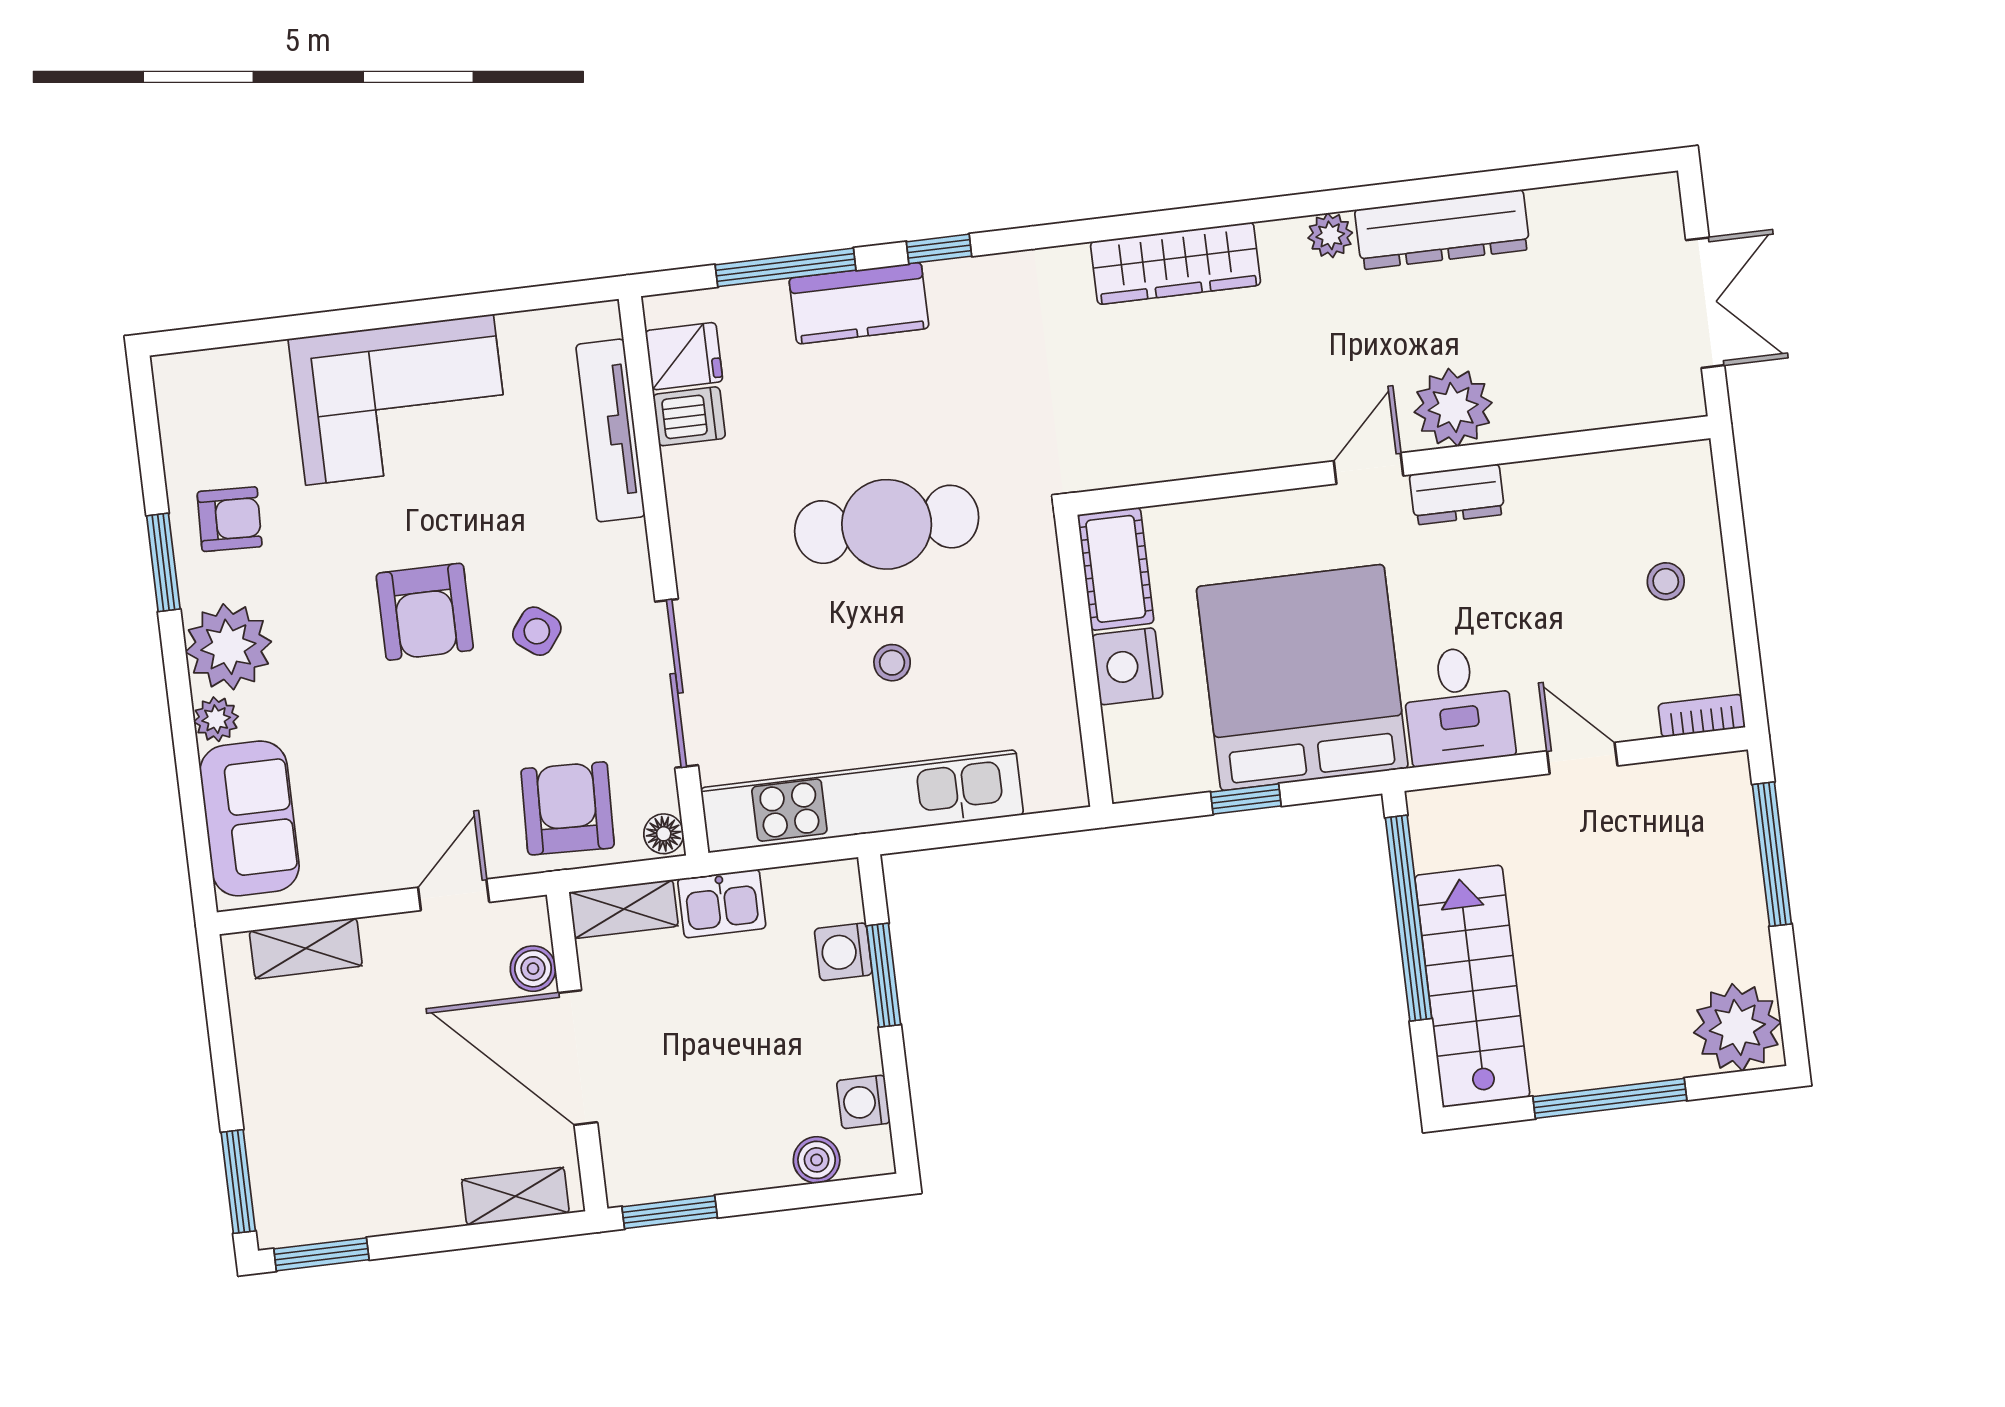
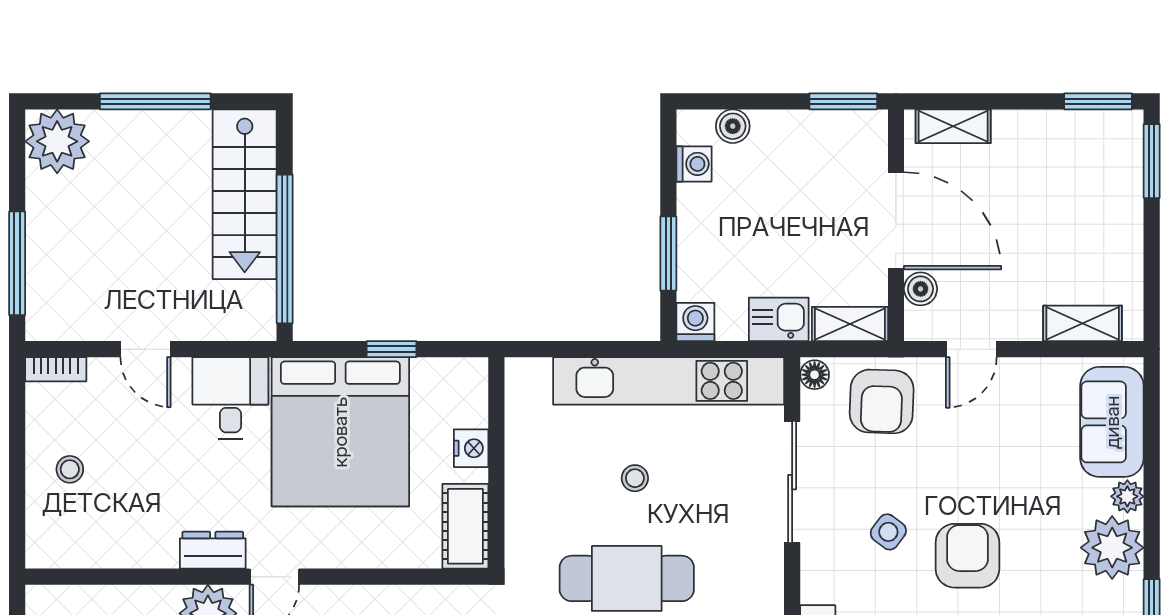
nightstand: (1127, 666) -> (471, 448), width x0.74, depth x0.75
washing machine: (843, 952) -> (695, 322), moved, turned -90

